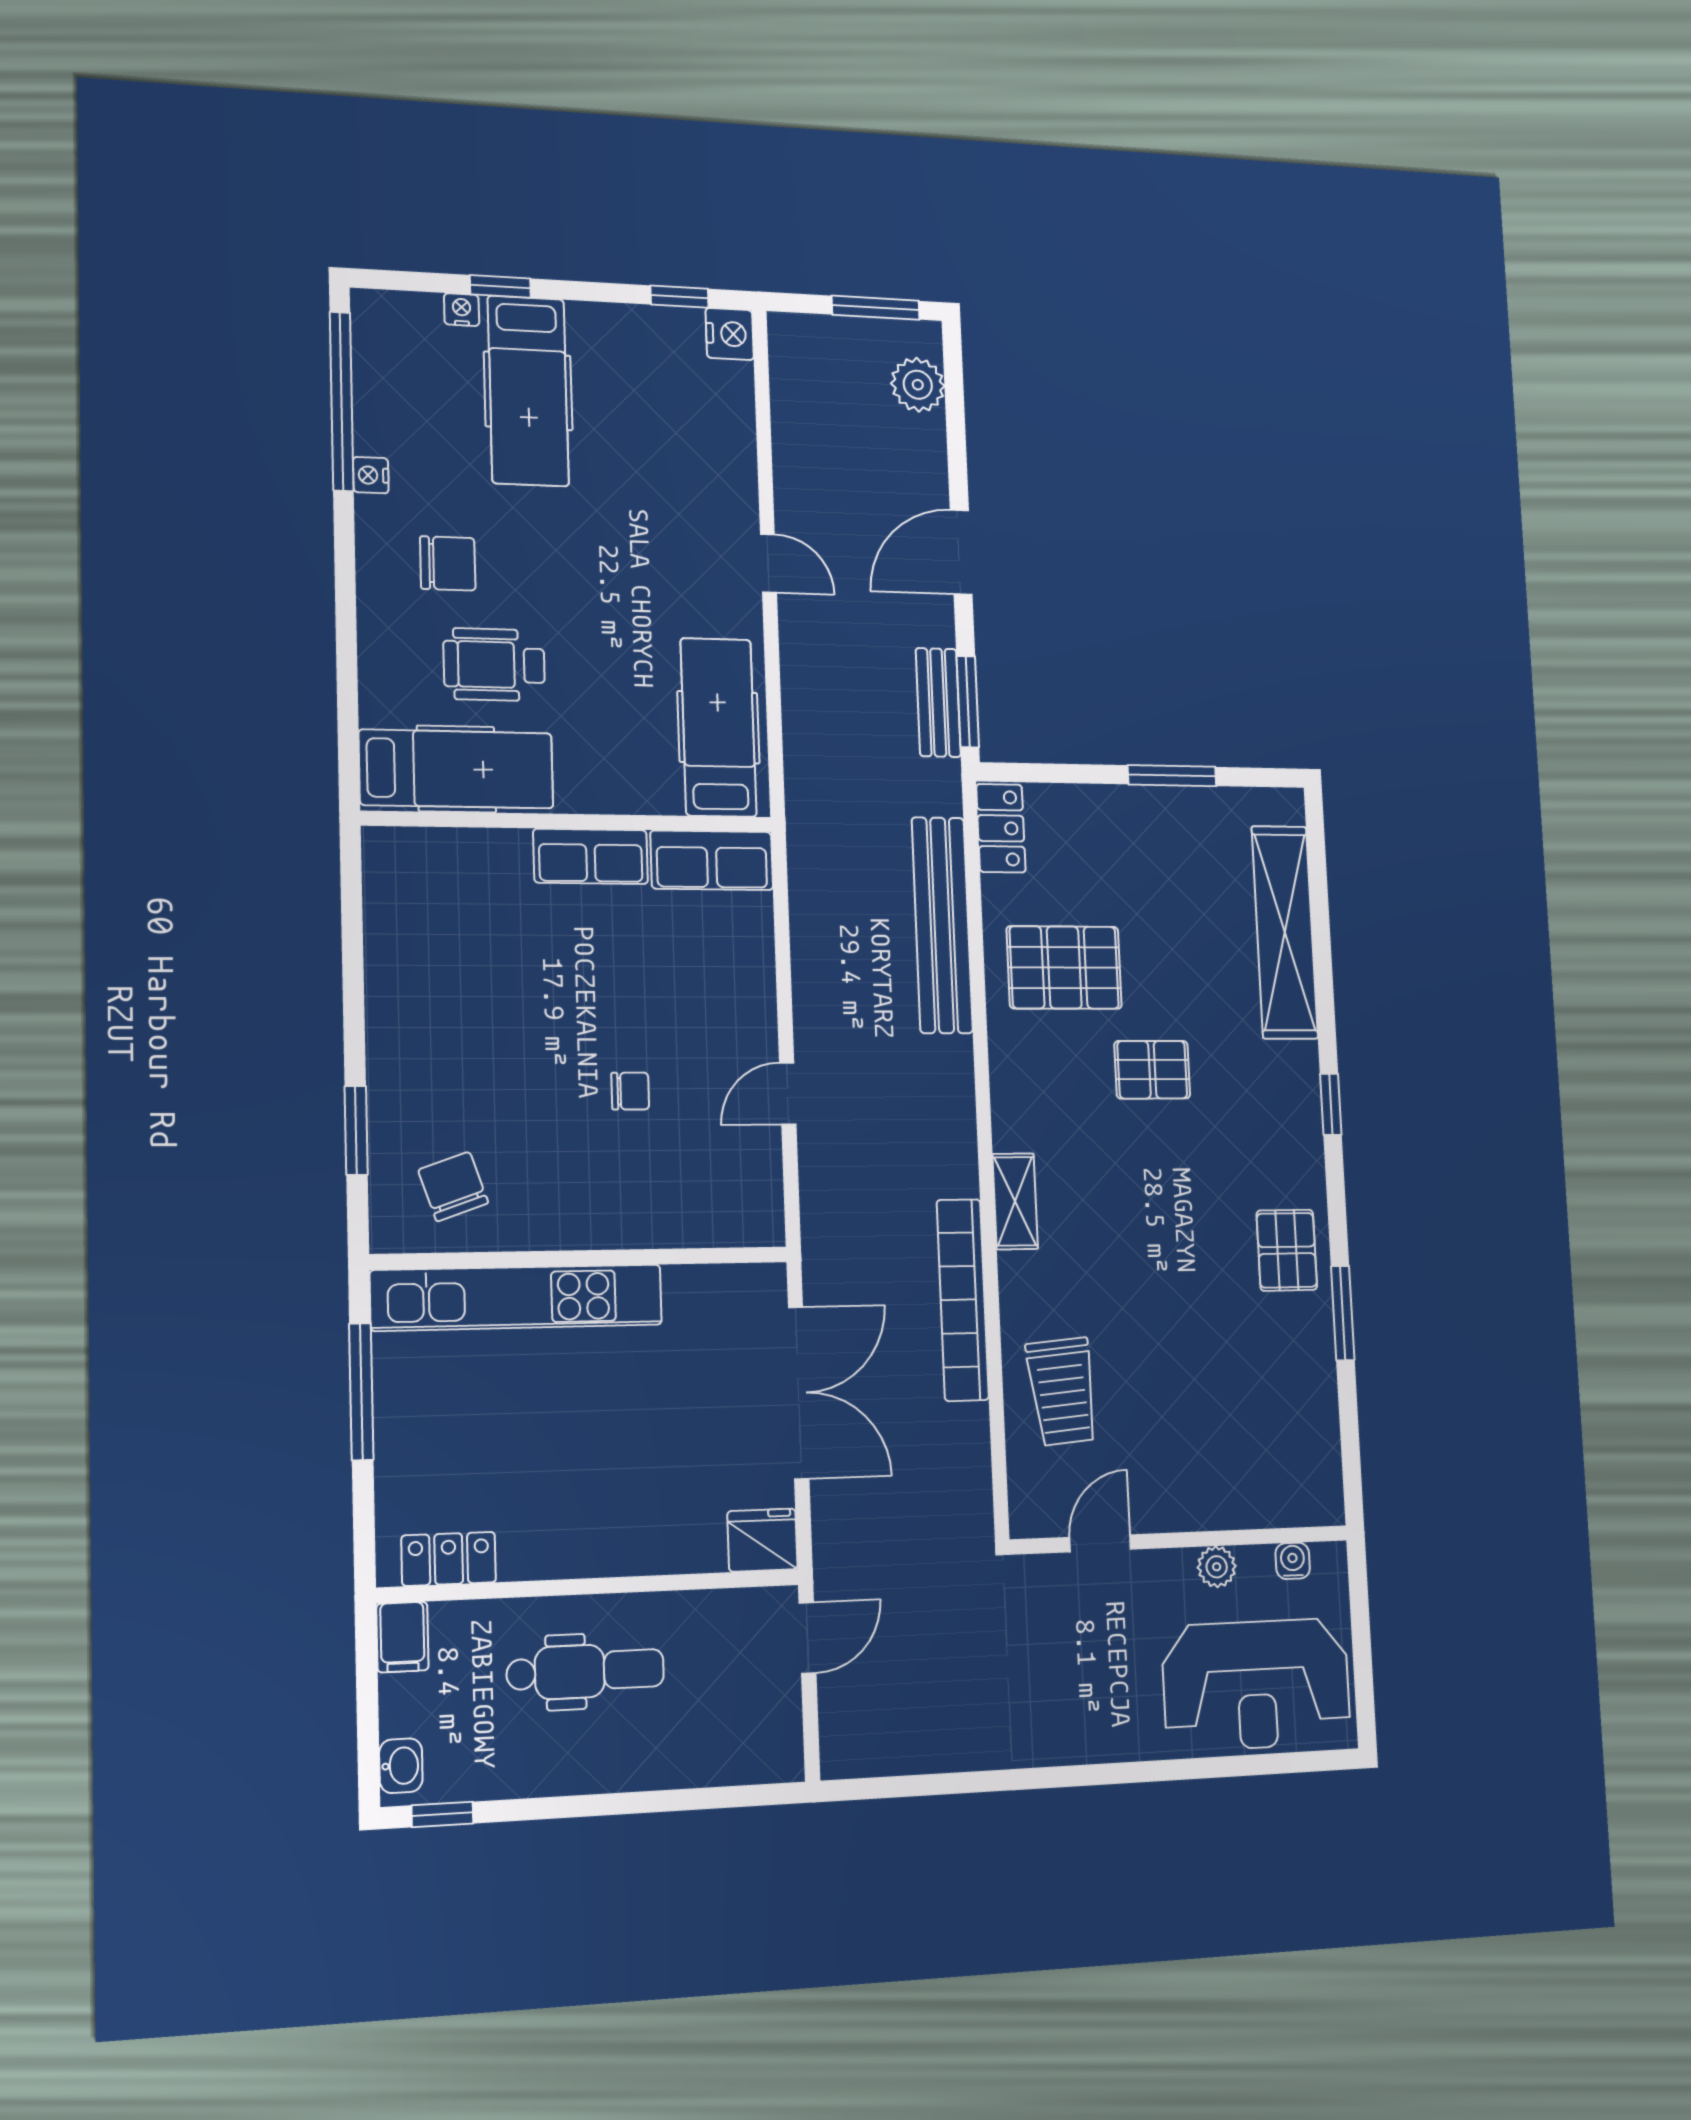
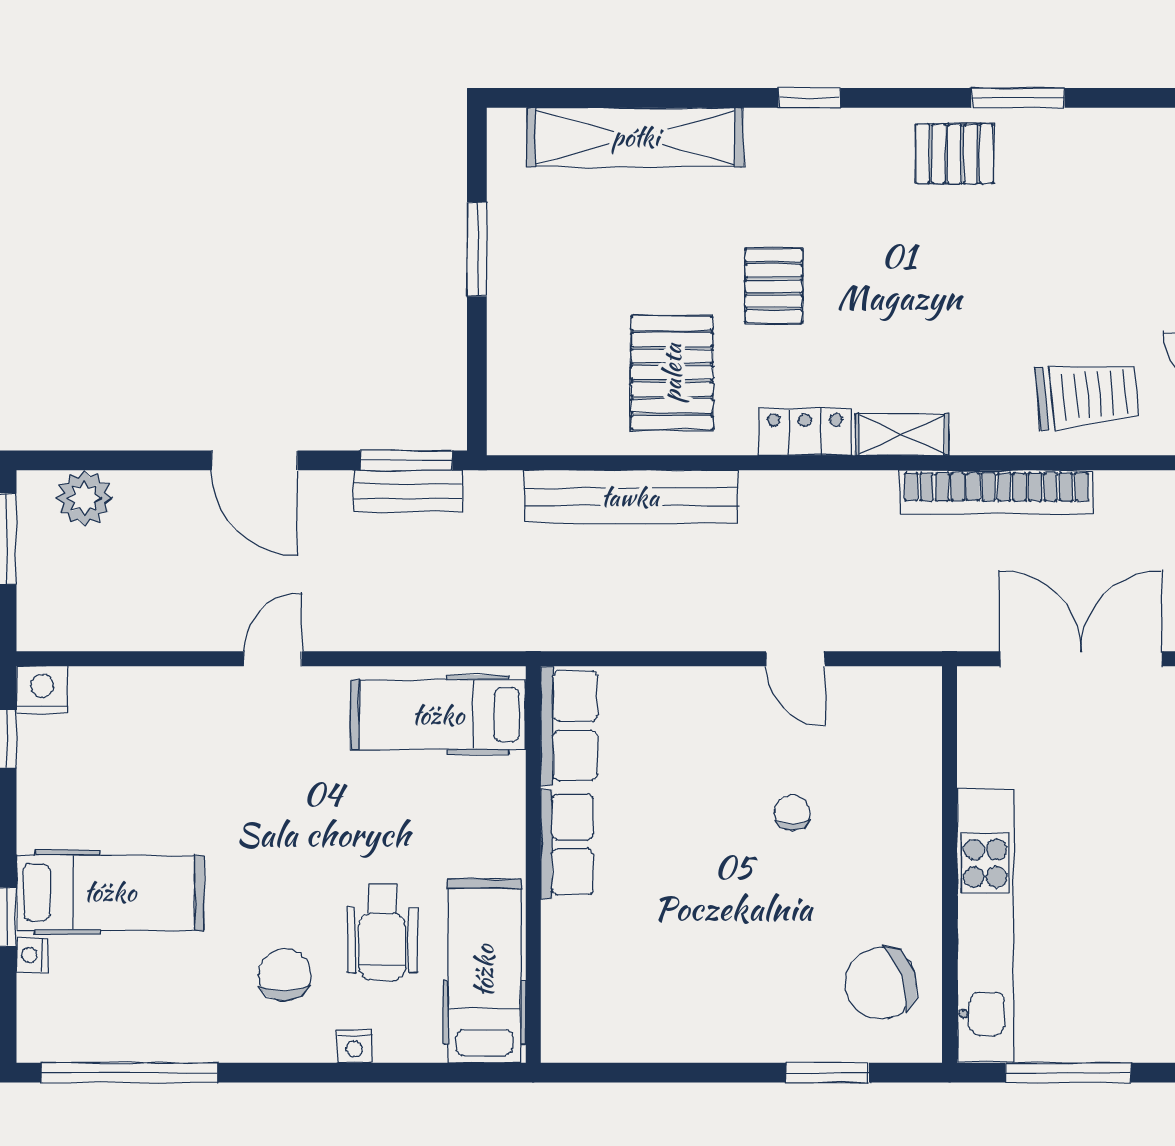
nightstand: (371, 475) -> (355, 1046), moved
locker: (1001, 828) -> (805, 432), moved
chair: (453, 1186) -> (881, 984), width x1.37, depth x1.37

